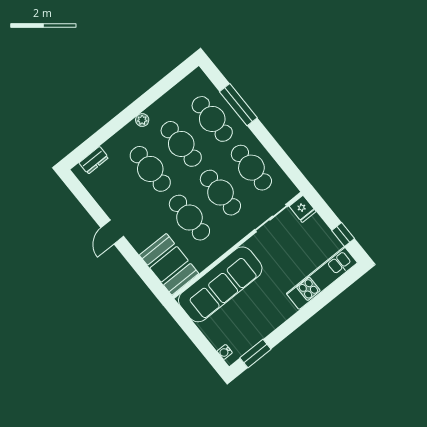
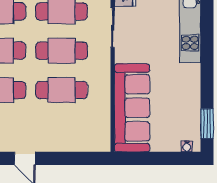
booth: (169, 264) -> (85, 135), removed

